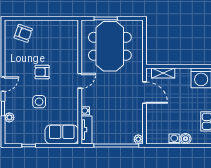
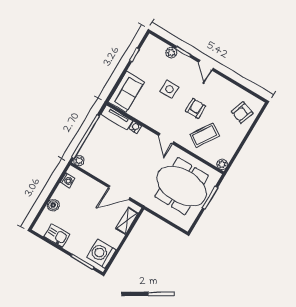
plant: (74, 25) -> (222, 164), added
coffee table: (59, 52) -> (205, 135), added
washing machine: (174, 139) -> (67, 180), moved

